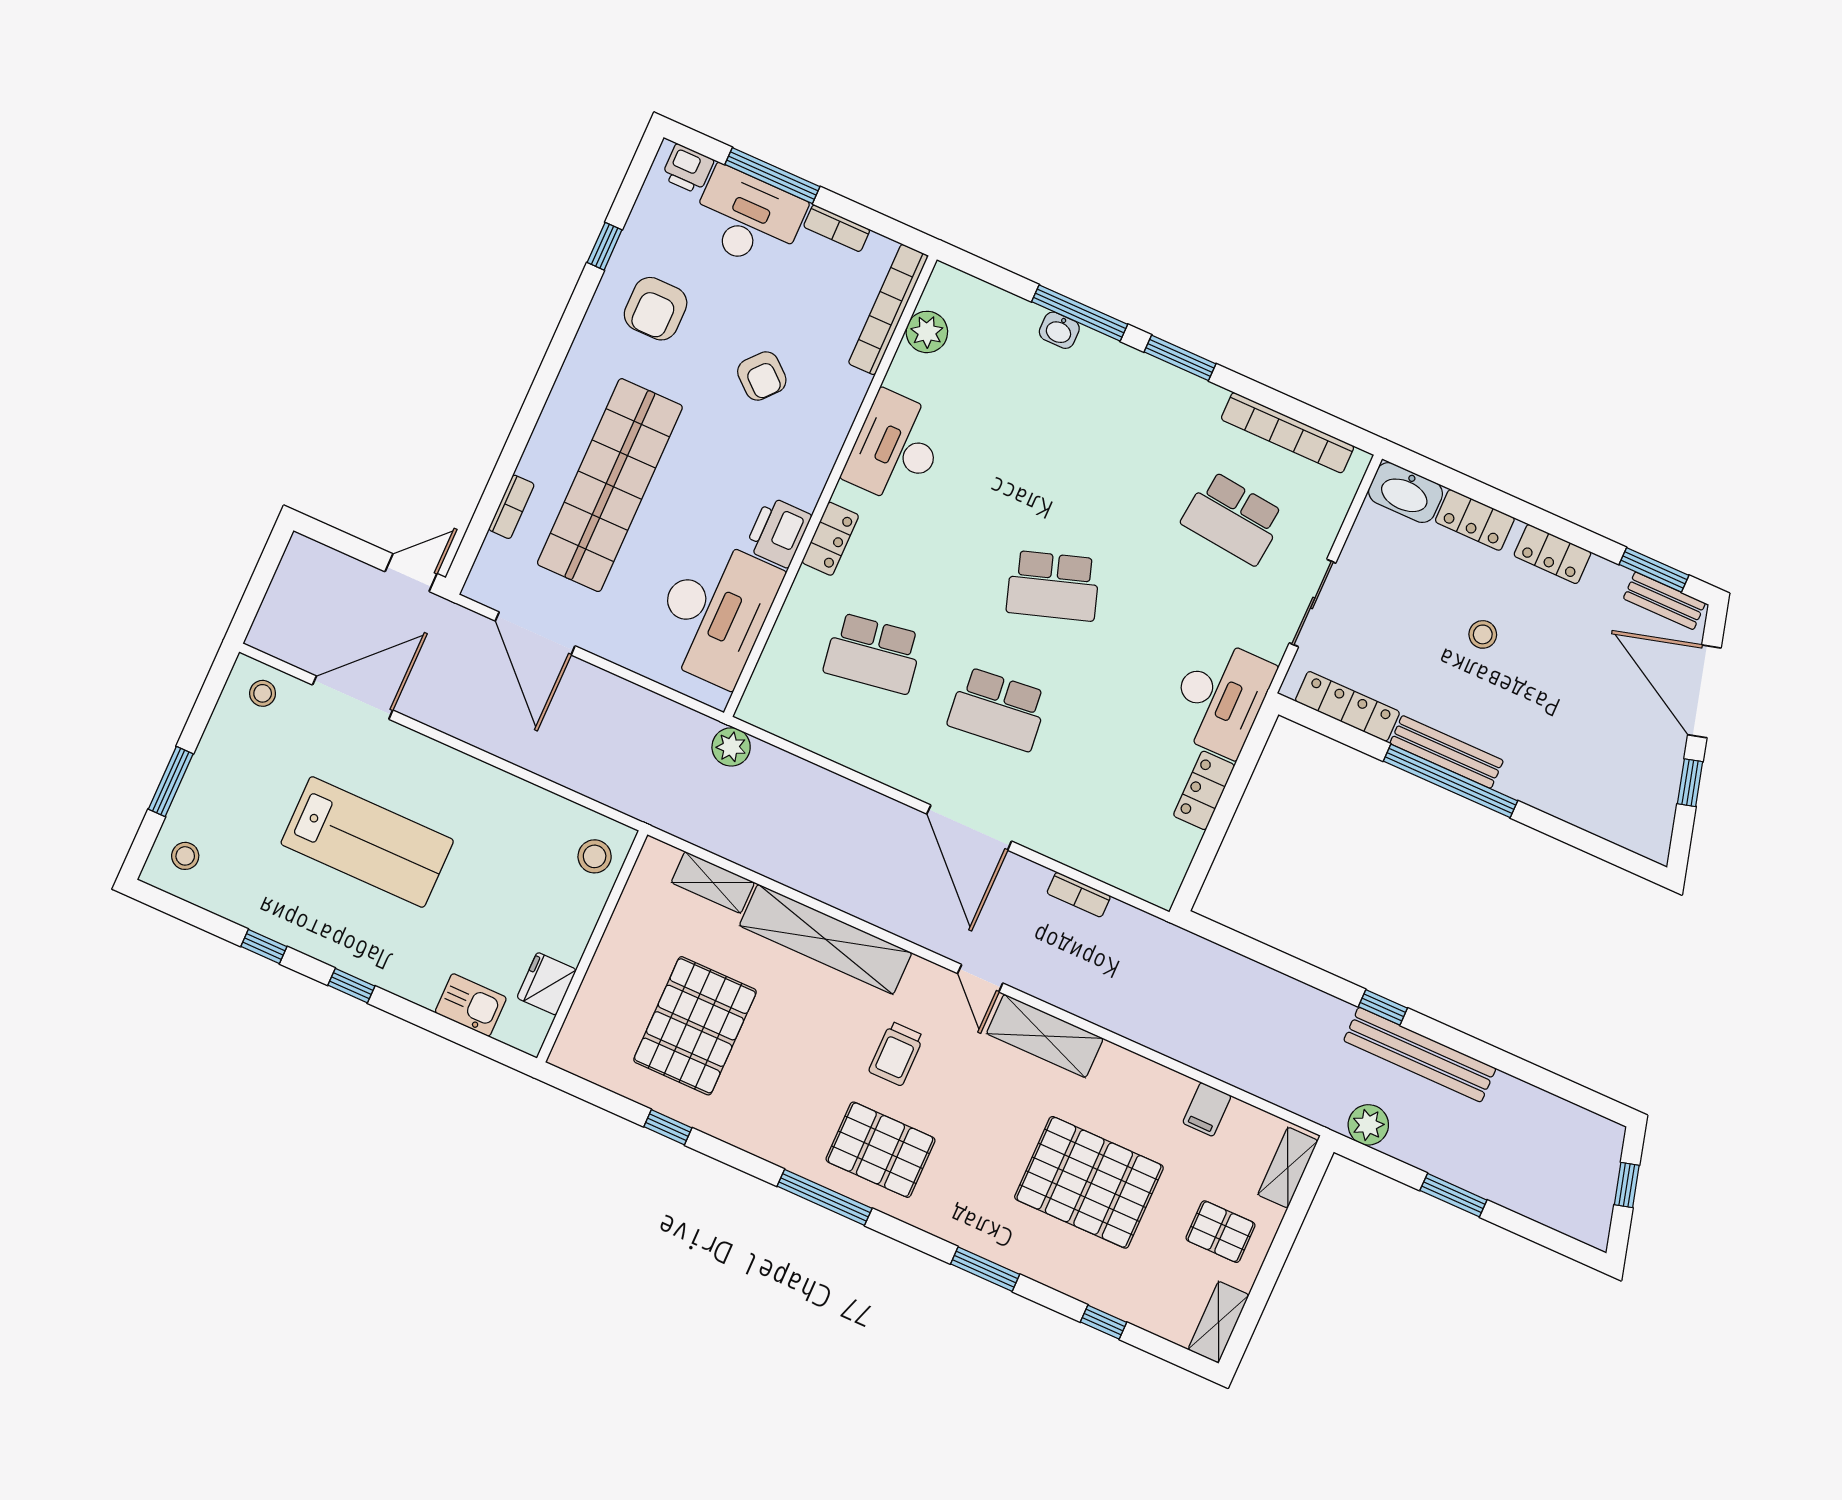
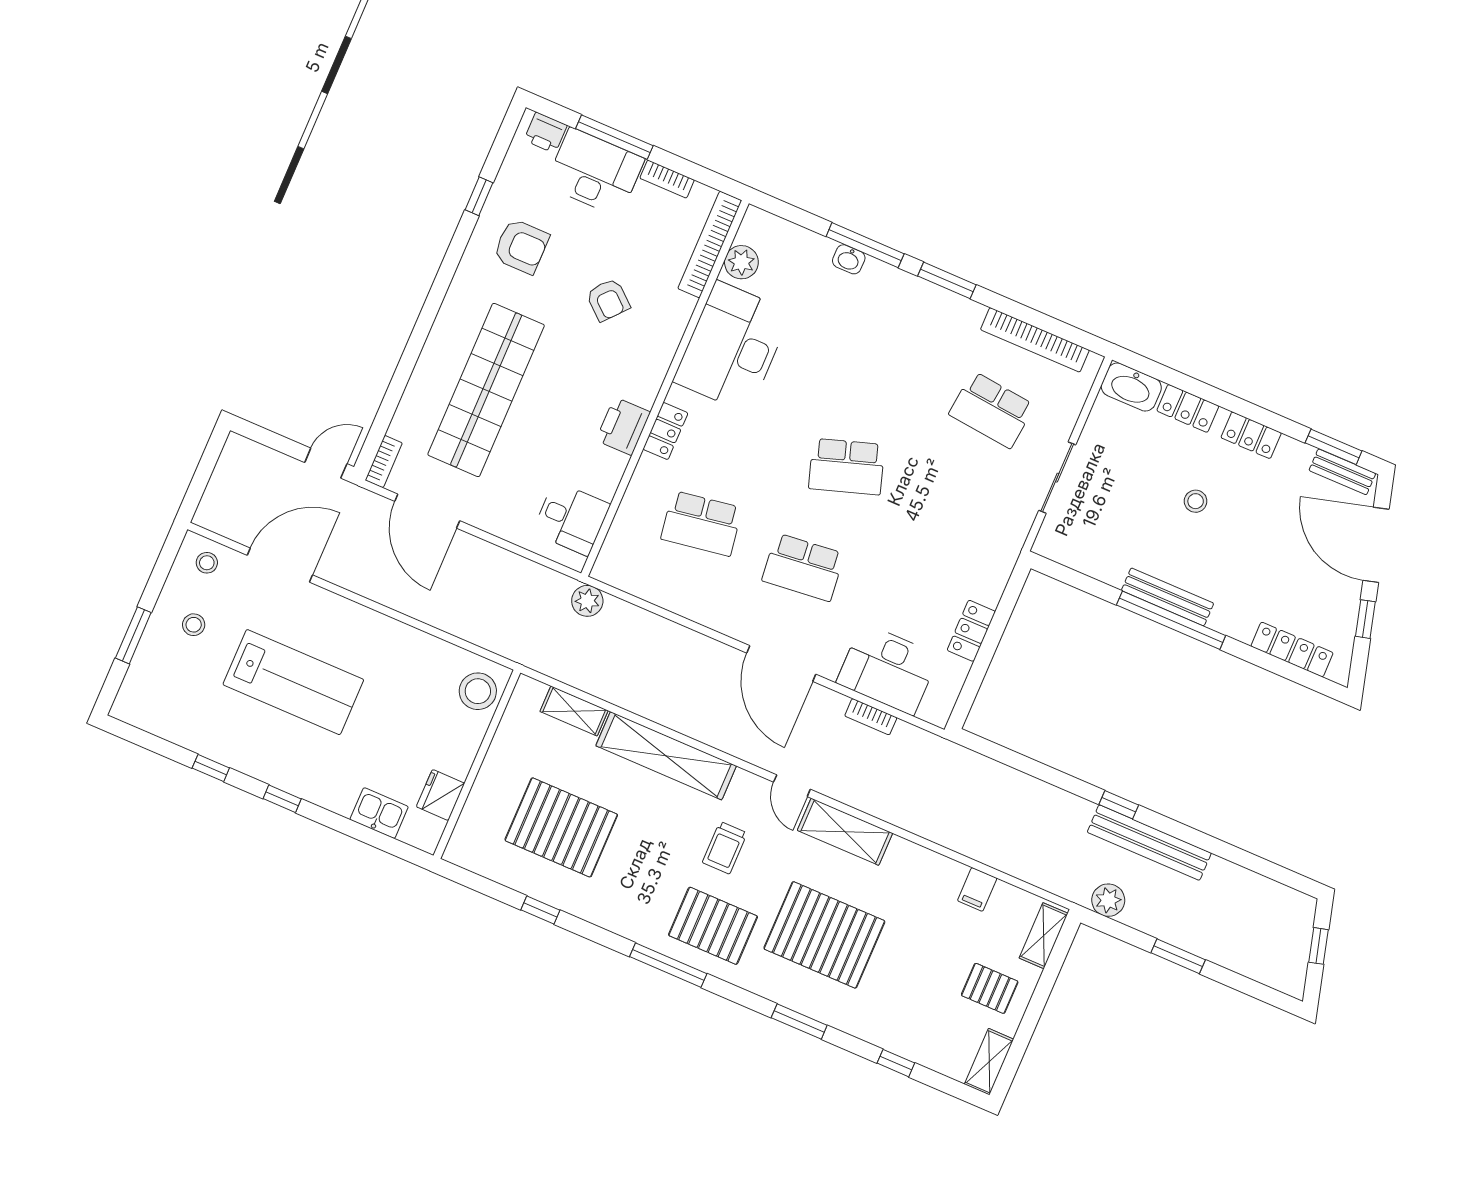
armchair: (656, 309) -> (521, 246), turned -90
desk: (896, 448) -> (732, 347), width x1.36, depth x1.30
bookcase: (511, 507) -> (384, 462), moved
desk: (715, 612) -> (571, 518), width x0.53, depth x0.77
desk: (1220, 698) -> (888, 669), moved, turned 90
locker: (1347, 706) -> (1292, 650), moved
stool: (185, 856) -> (194, 625), moved
stool: (595, 856) -> (478, 691), width x1.38, depth x1.38
pallet: (695, 1026) -> (561, 827), turned 90
pallet: (1089, 1182) -> (824, 935), moved

